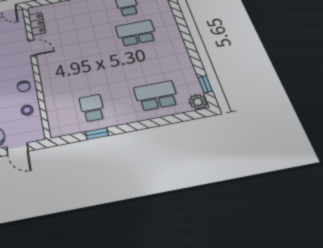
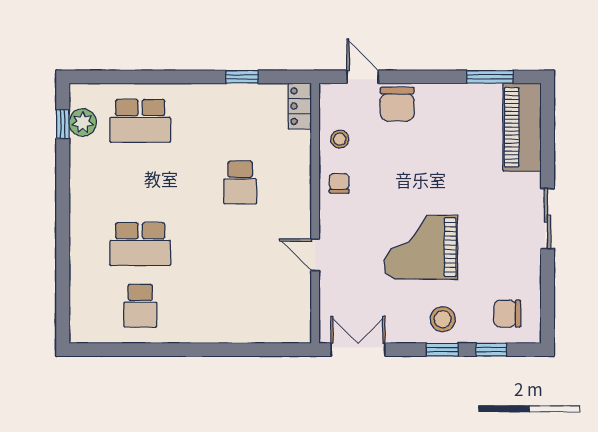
locker: (37, 24) -> (300, 106), moved
plant: (198, 102) -> (83, 122), moved
school desk: (92, 108) -> (240, 182), moved

